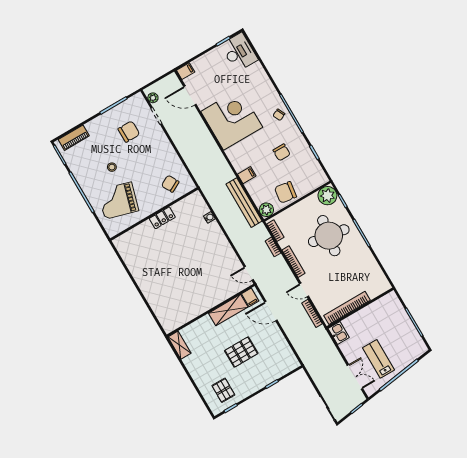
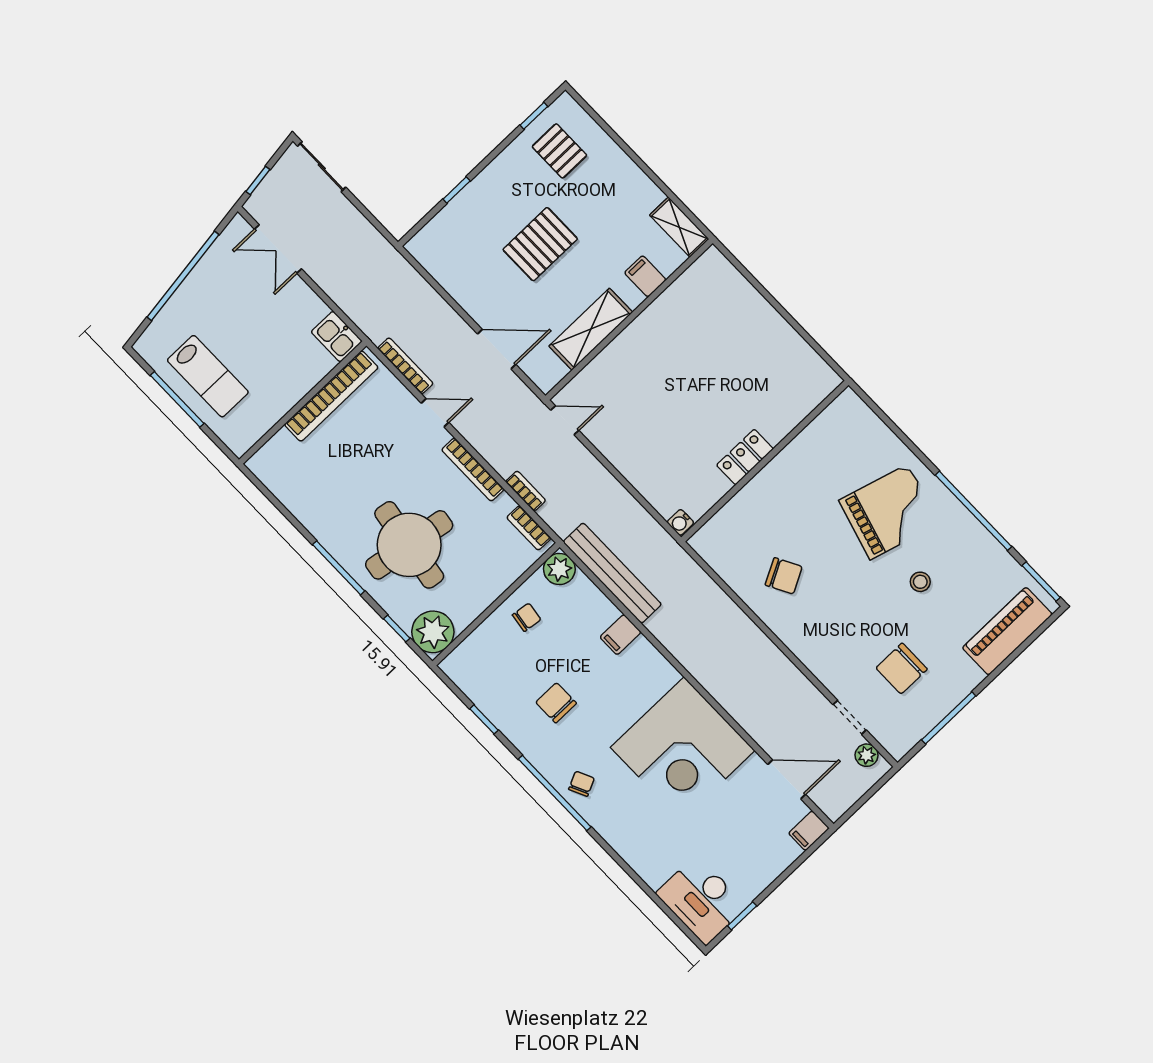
piano: (74, 138) -> (1007, 631), width x1.37, depth x1.33
chair: (285, 192) -> (527, 617), width x0.54, depth x0.54
wall: (154, 214) -> (765, 461), moved
locker: (162, 218) -> (745, 457), moved
filing cabinet: (250, 297) -> (645, 276), moved
lab bench: (378, 359) -> (208, 376), moved

